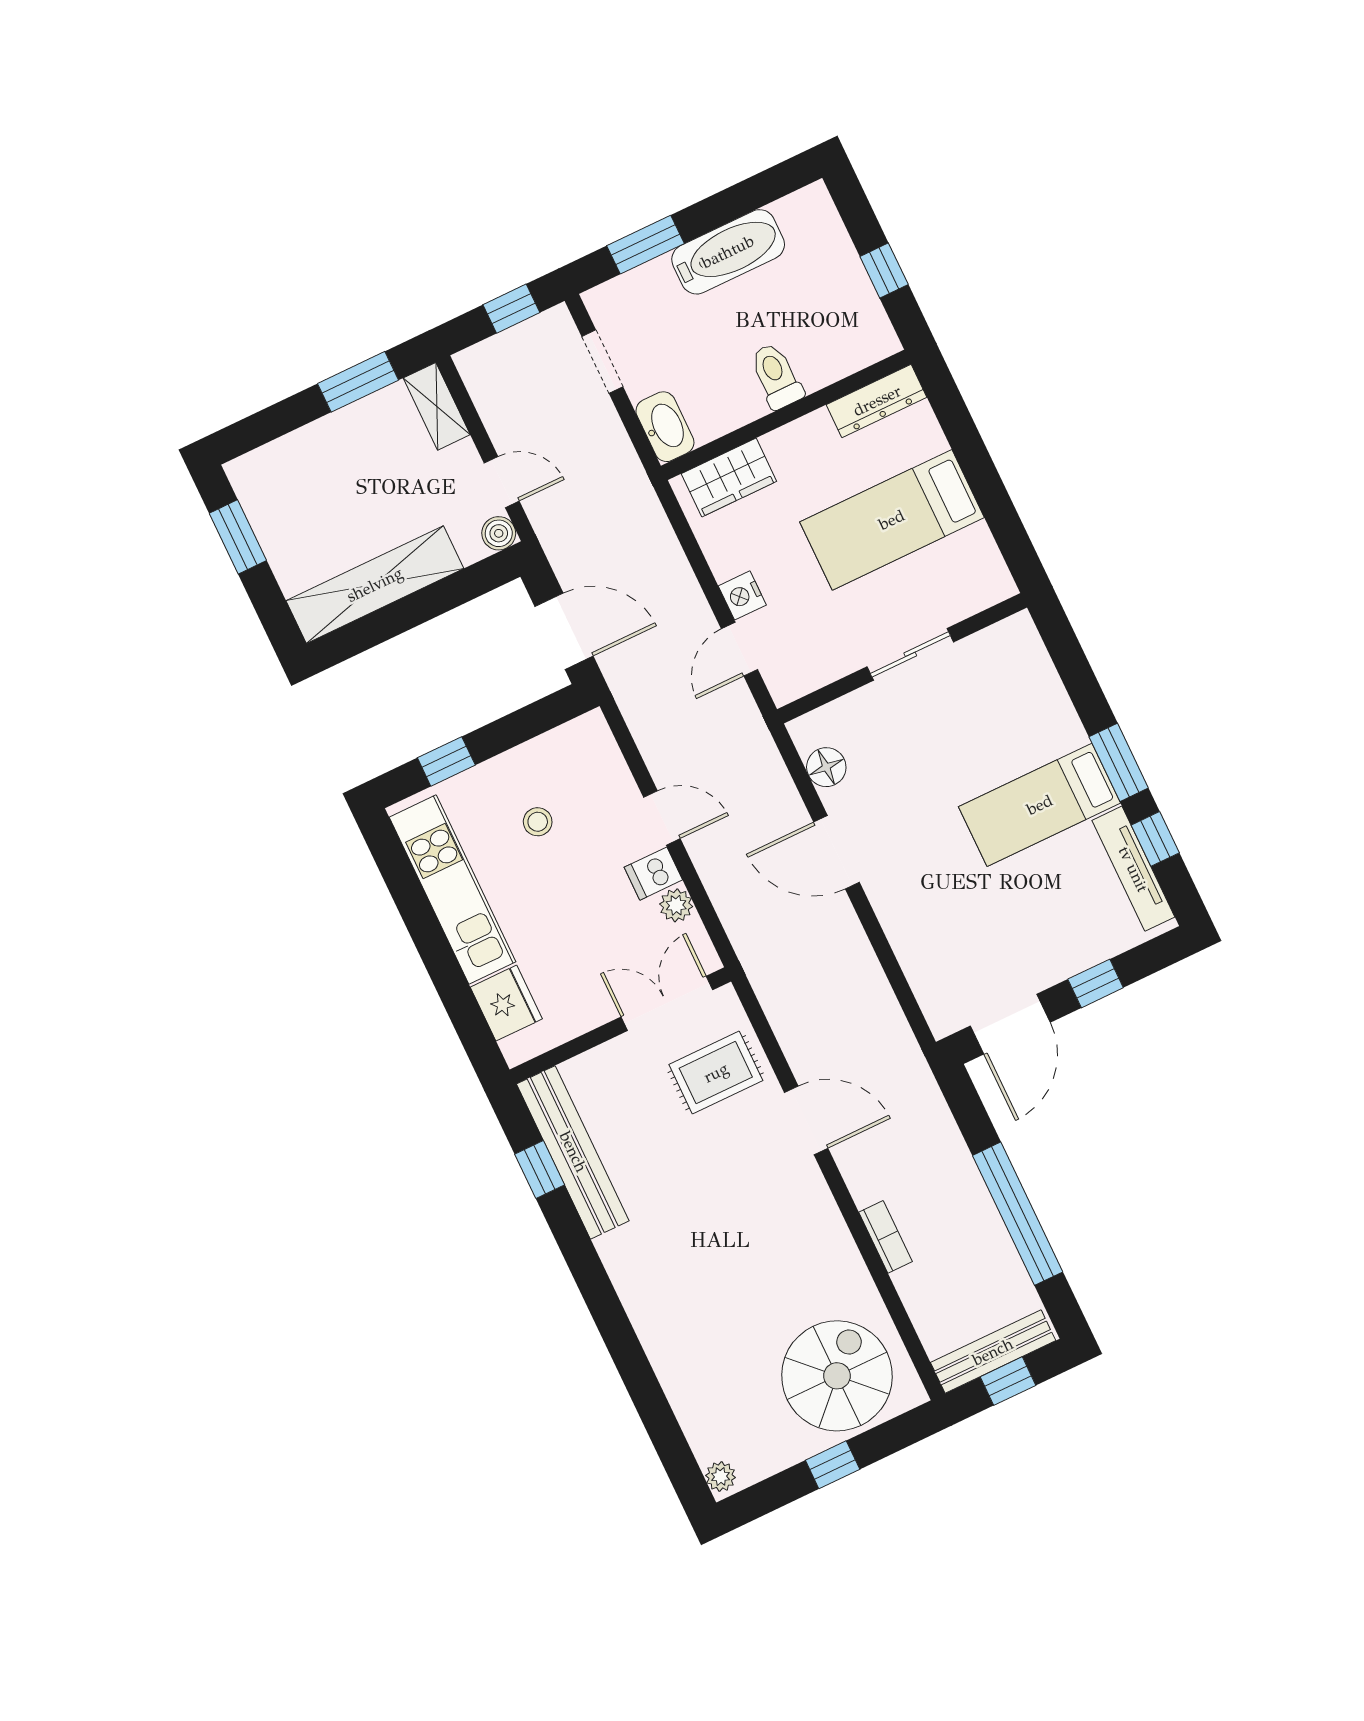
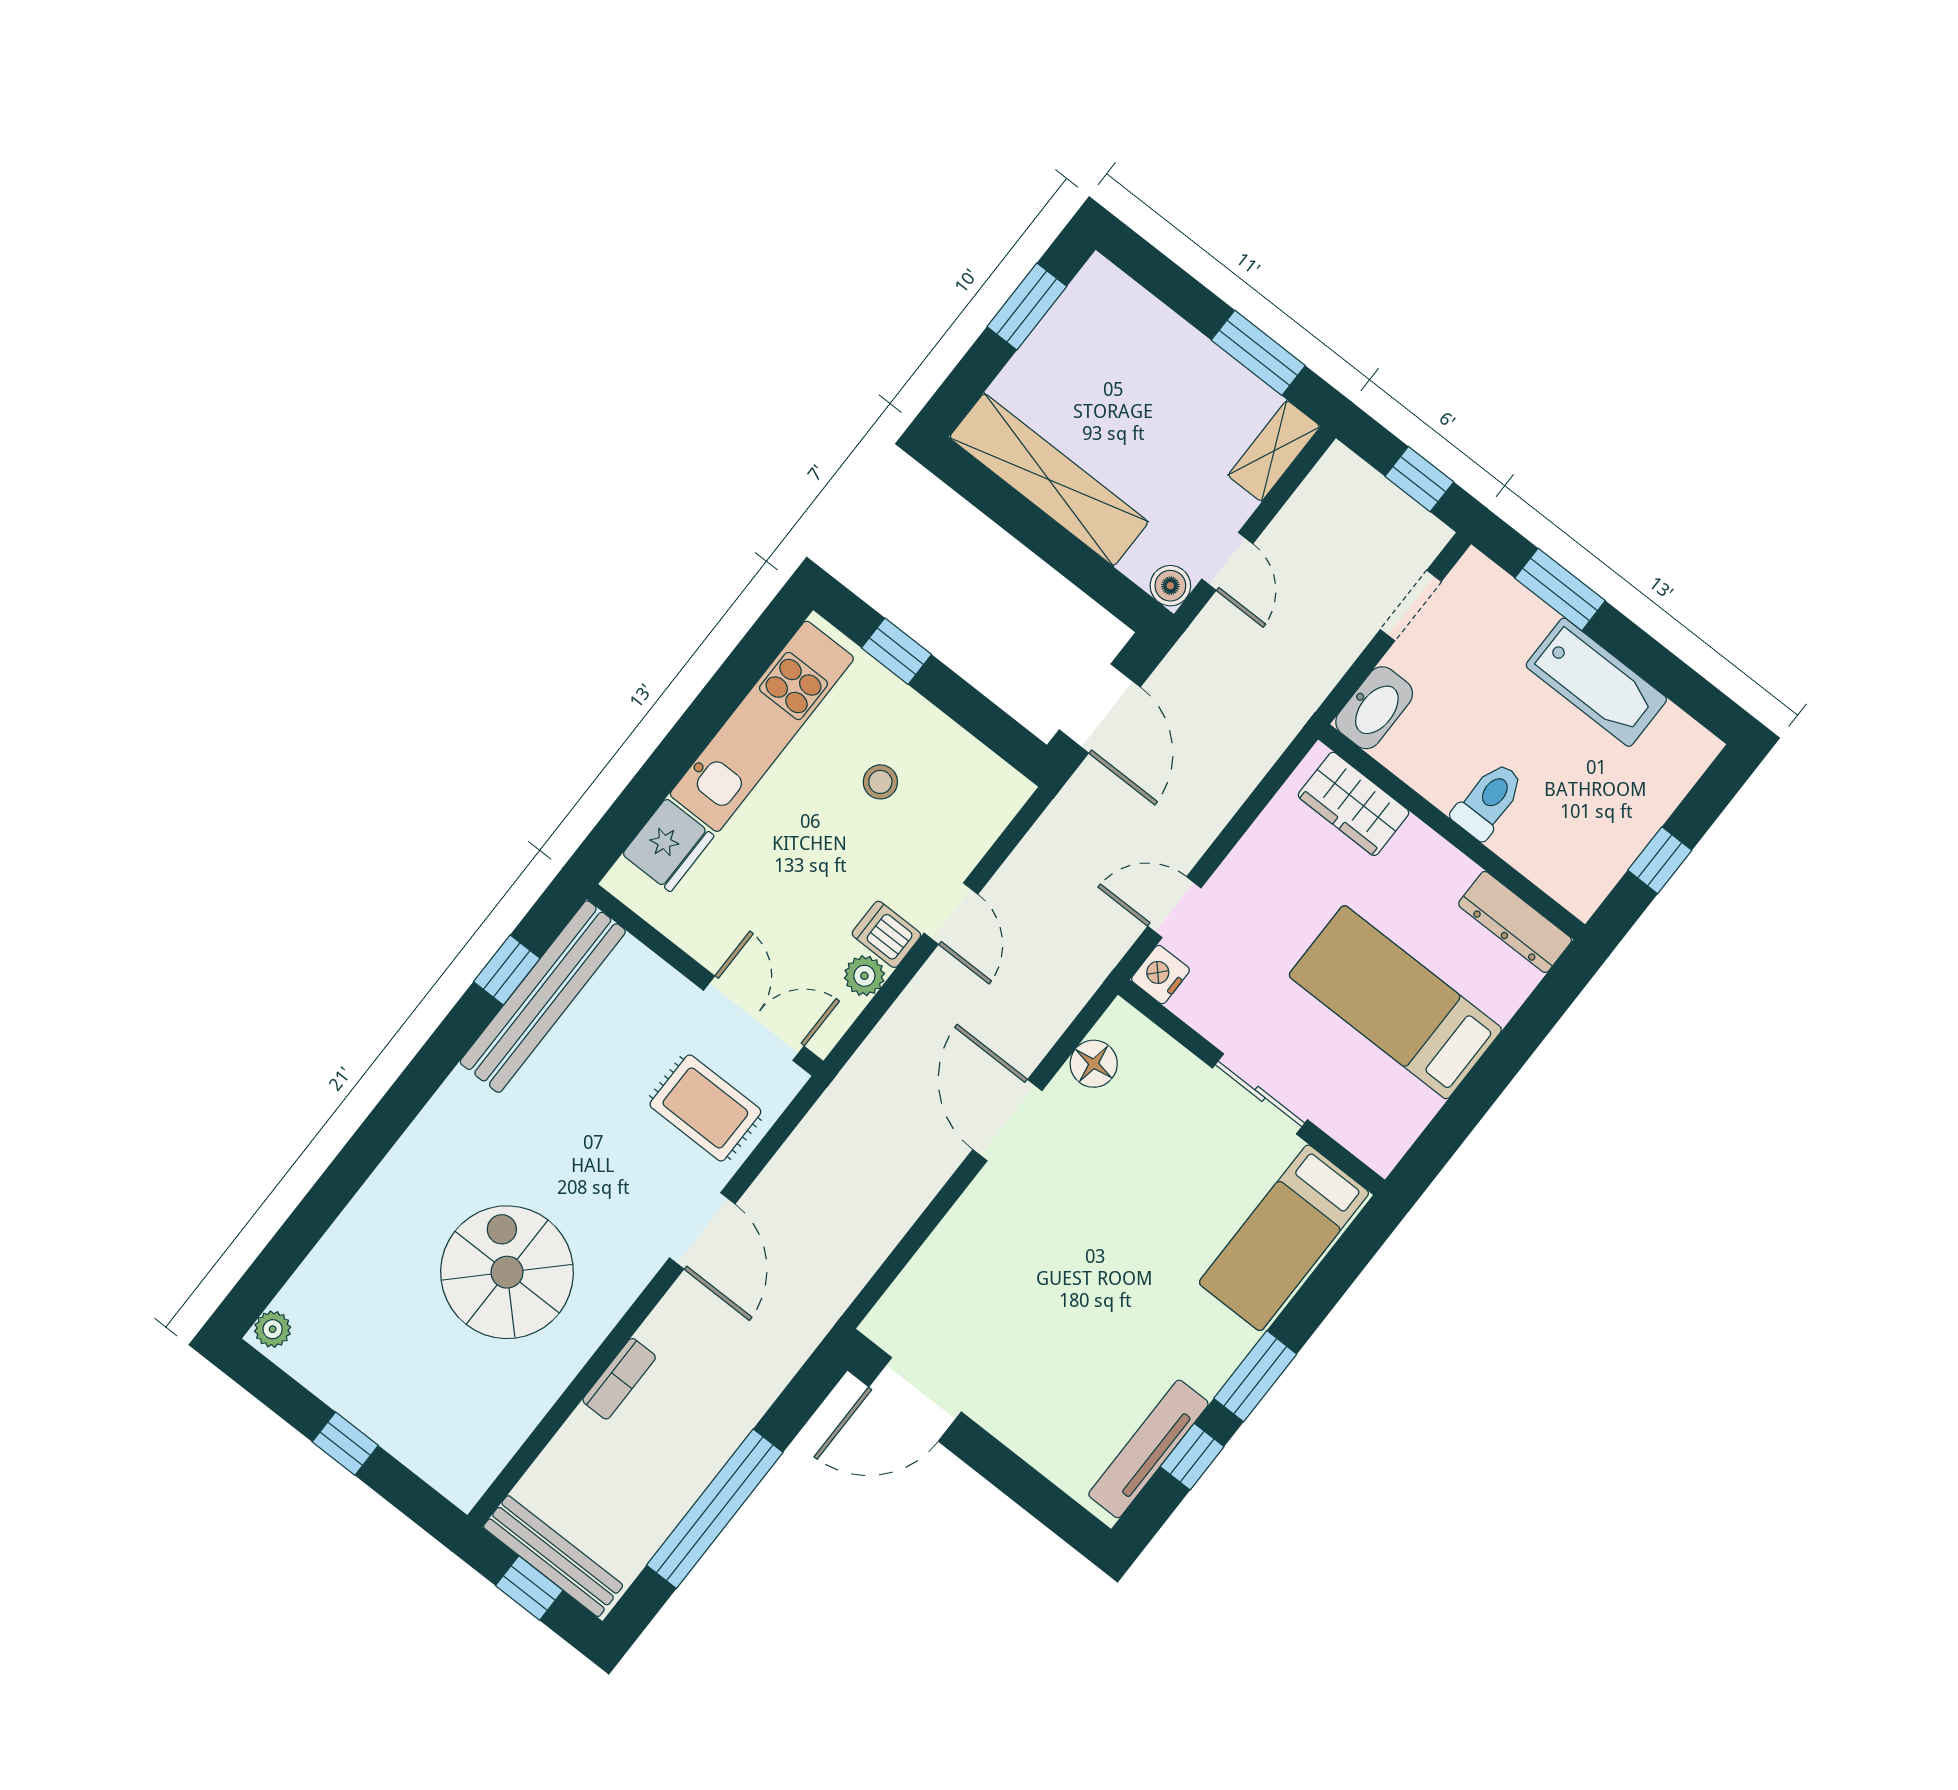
nightstand: (742, 595) -> (1160, 975), moved
bed: (1040, 805) -> (1284, 1238), moved, turned -90
window: (1096, 983) -> (1005, 1470), removed
spiral stairs: (837, 1376) -> (507, 1272), moved, turned -90

